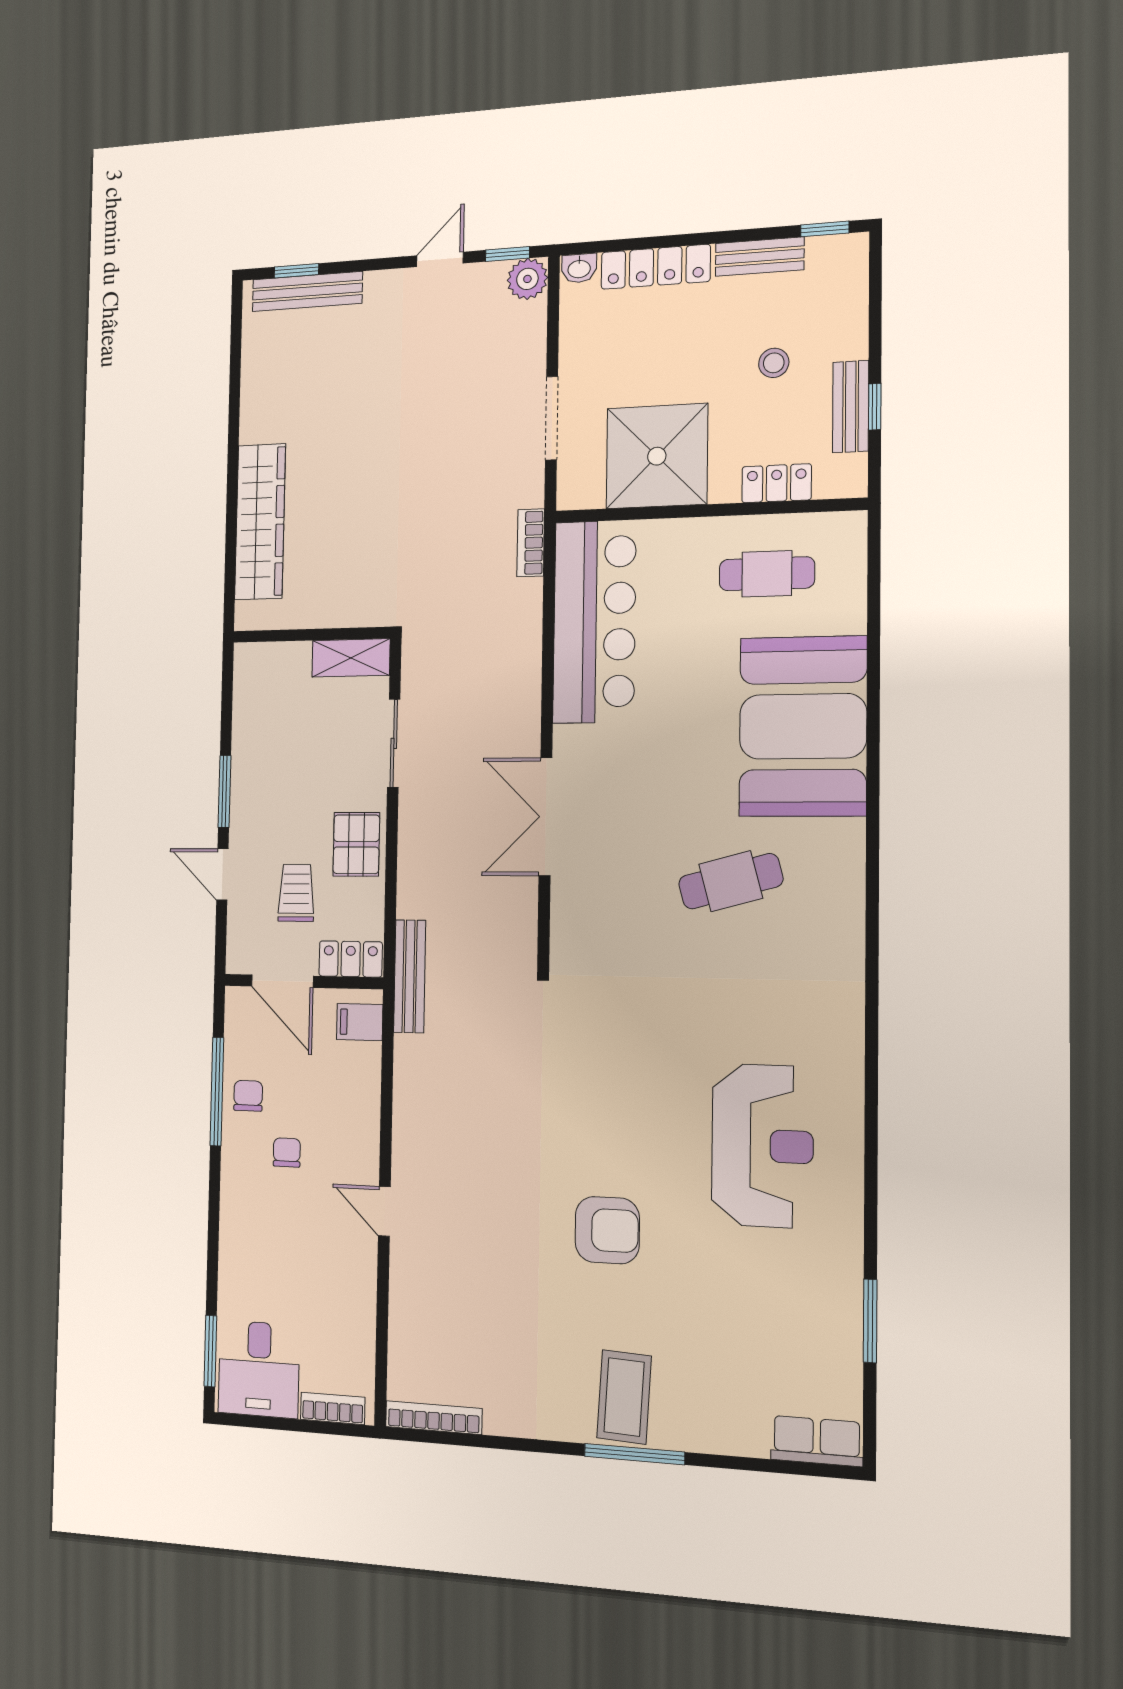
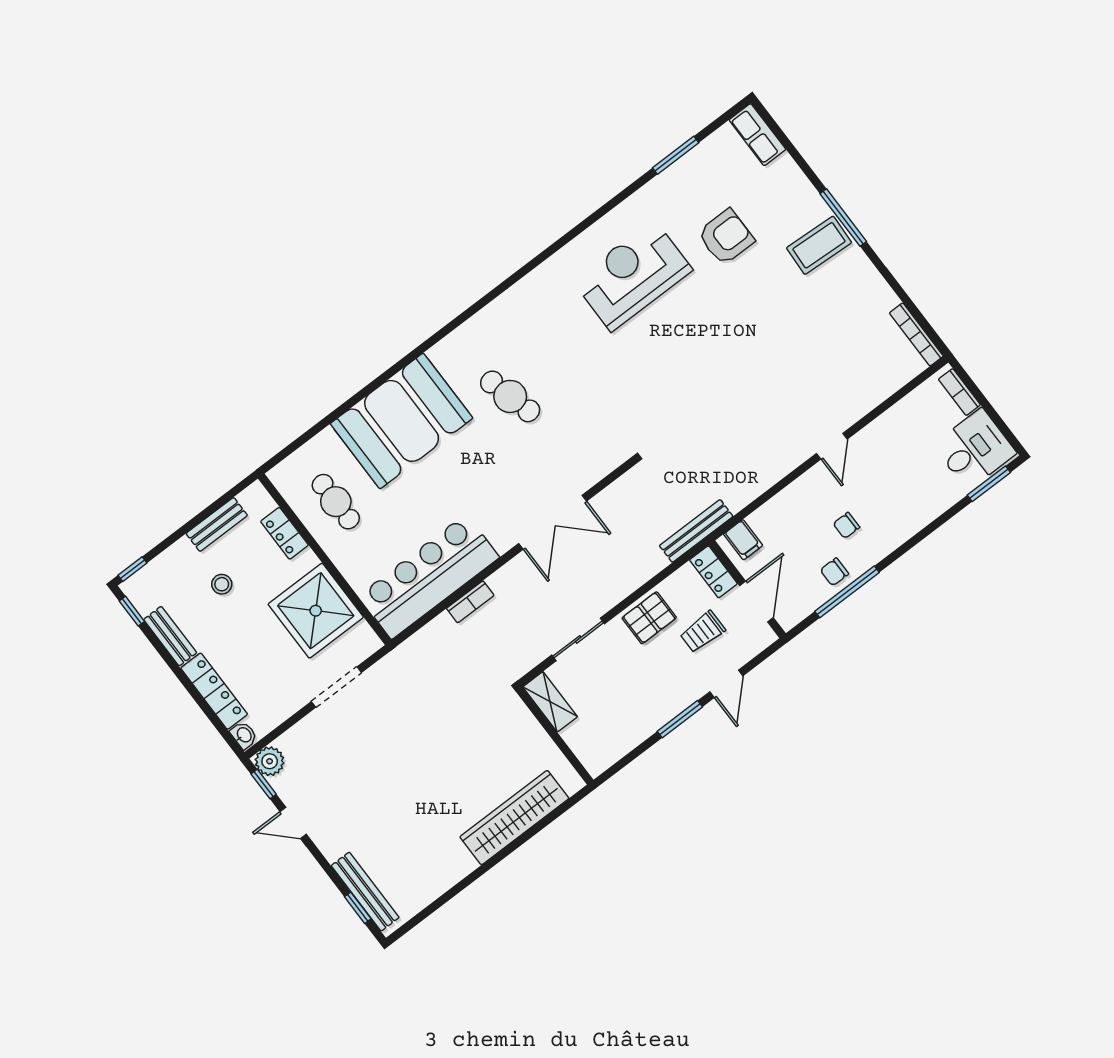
window: (875, 407) -> (132, 569), moved
bookcase: (531, 543) -> (470, 602), moved
armchair: (607, 1230) -> (726, 237), moved, turned 90

